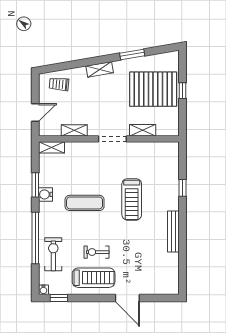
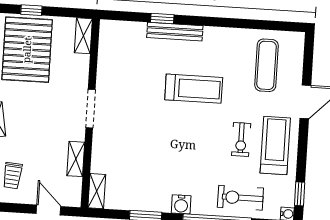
shelving: (143, 130) -> (83, 36), moved
water cooler: (46, 194) -> (181, 204), moved
treadmill: (132, 199) -> (194, 89), moved
exercise mat: (85, 203) -> (266, 65), moved
bench: (173, 232) -> (175, 32), moved

